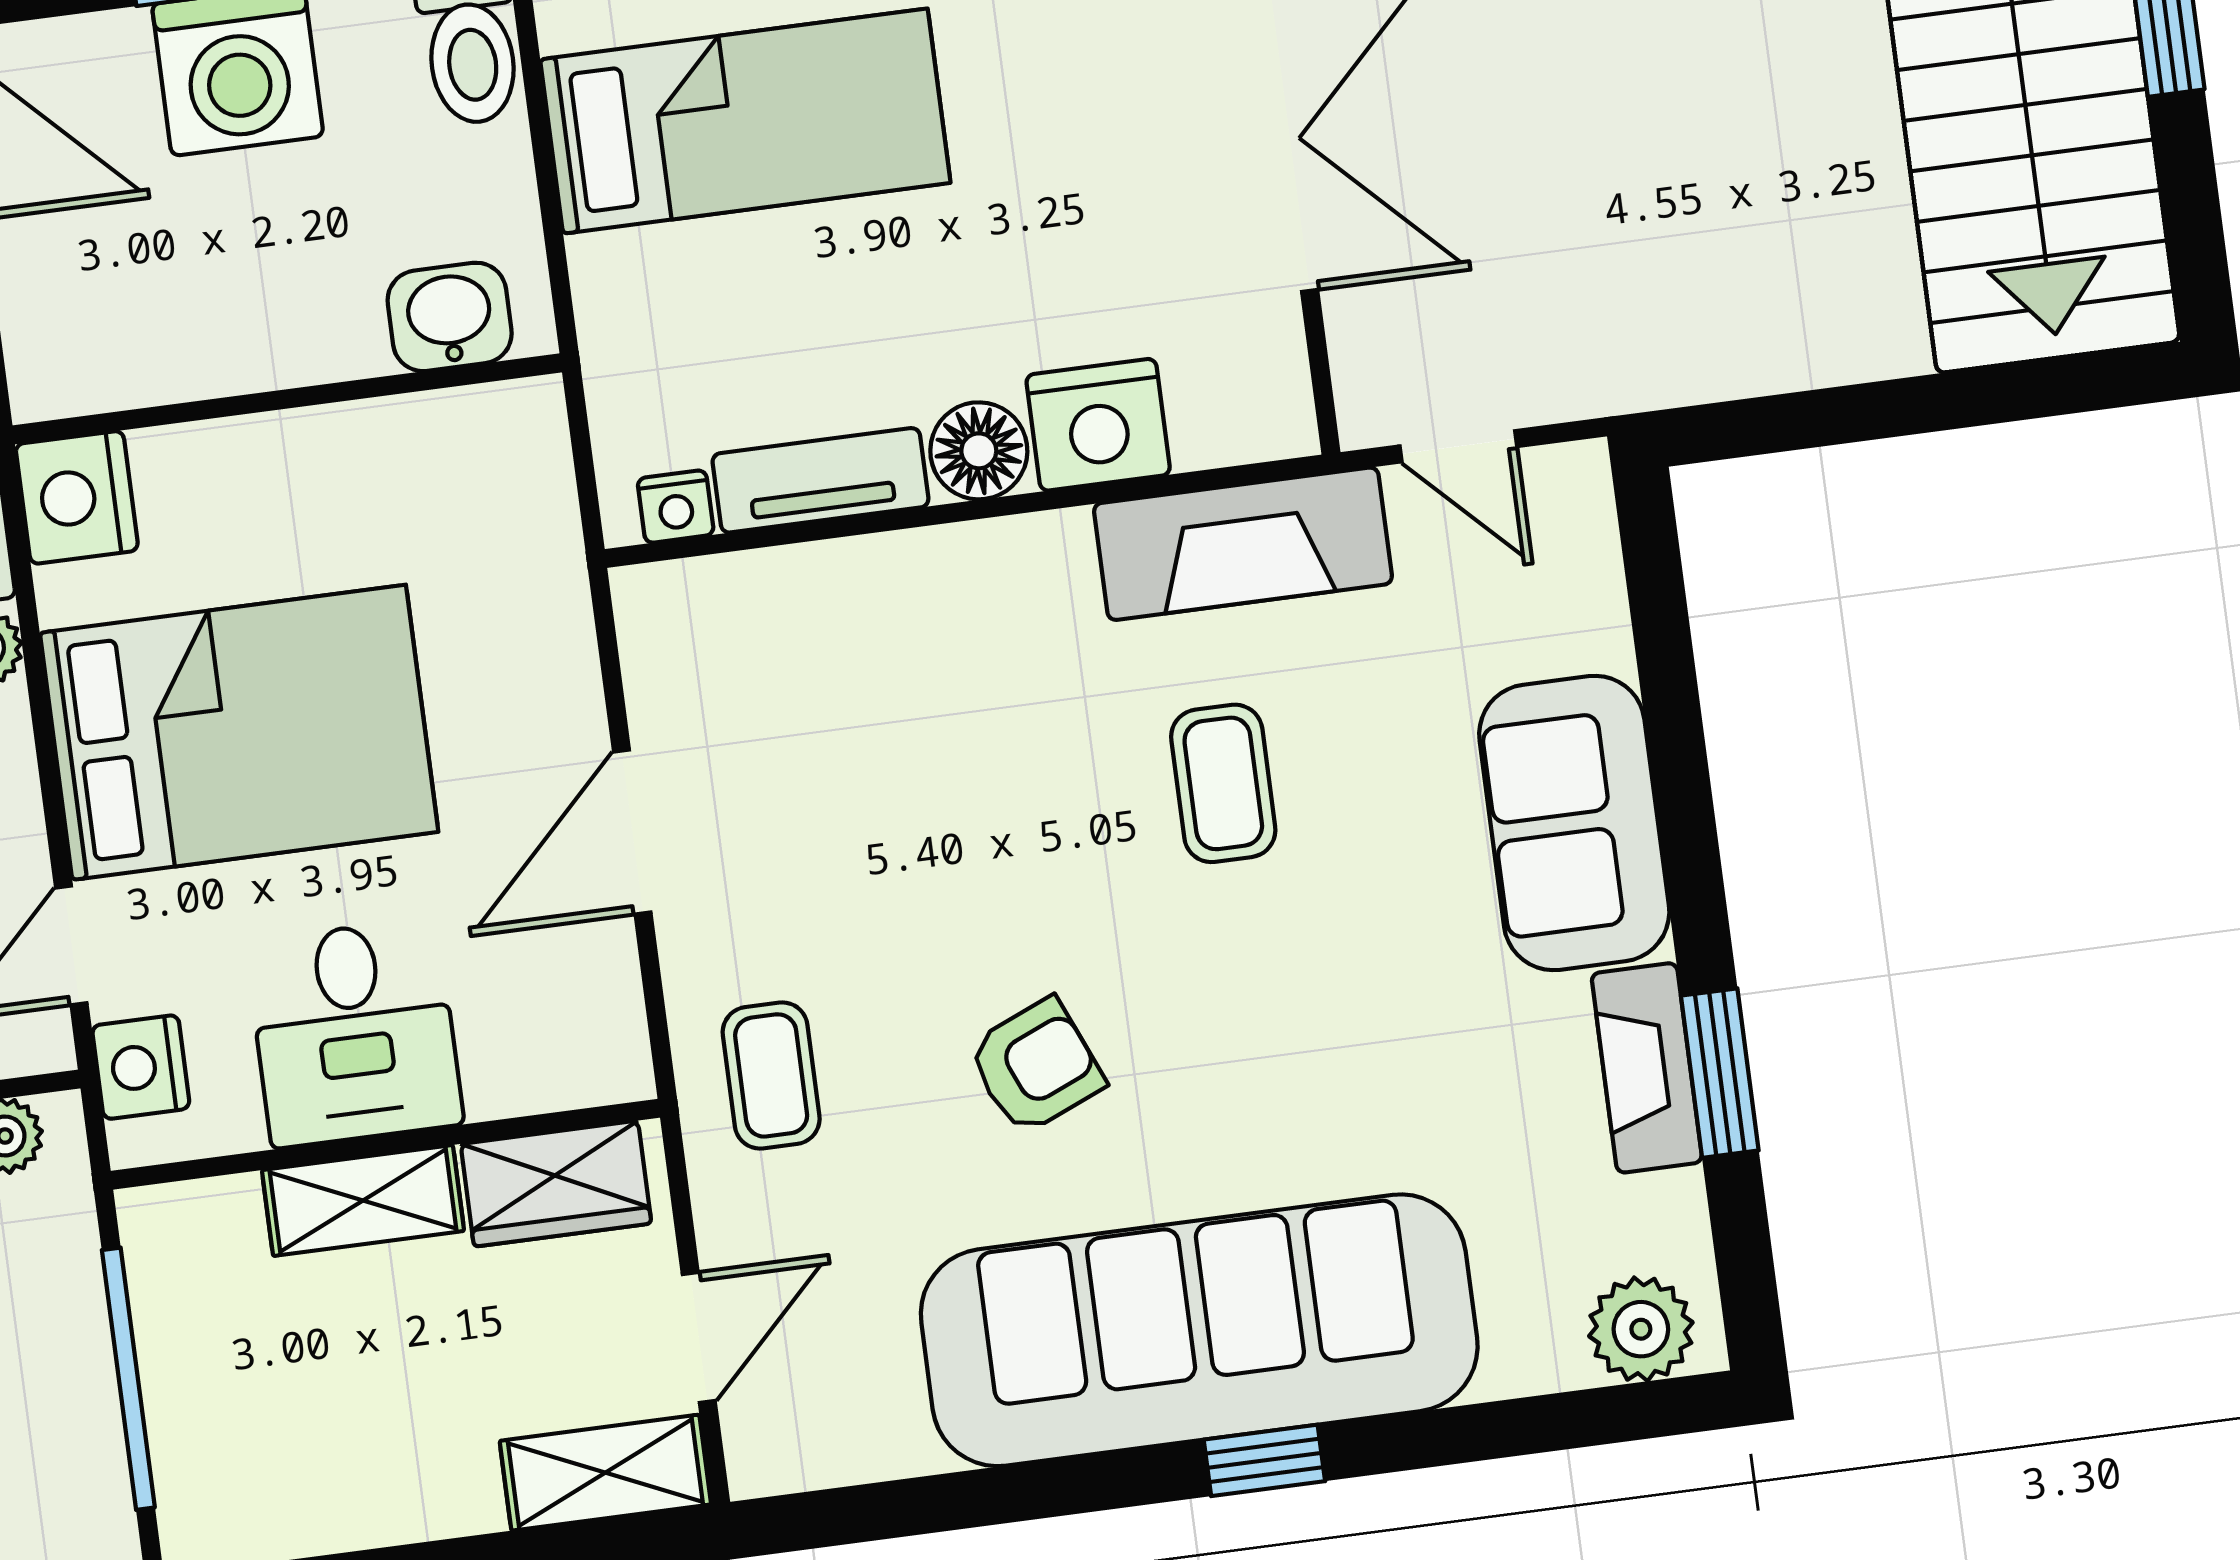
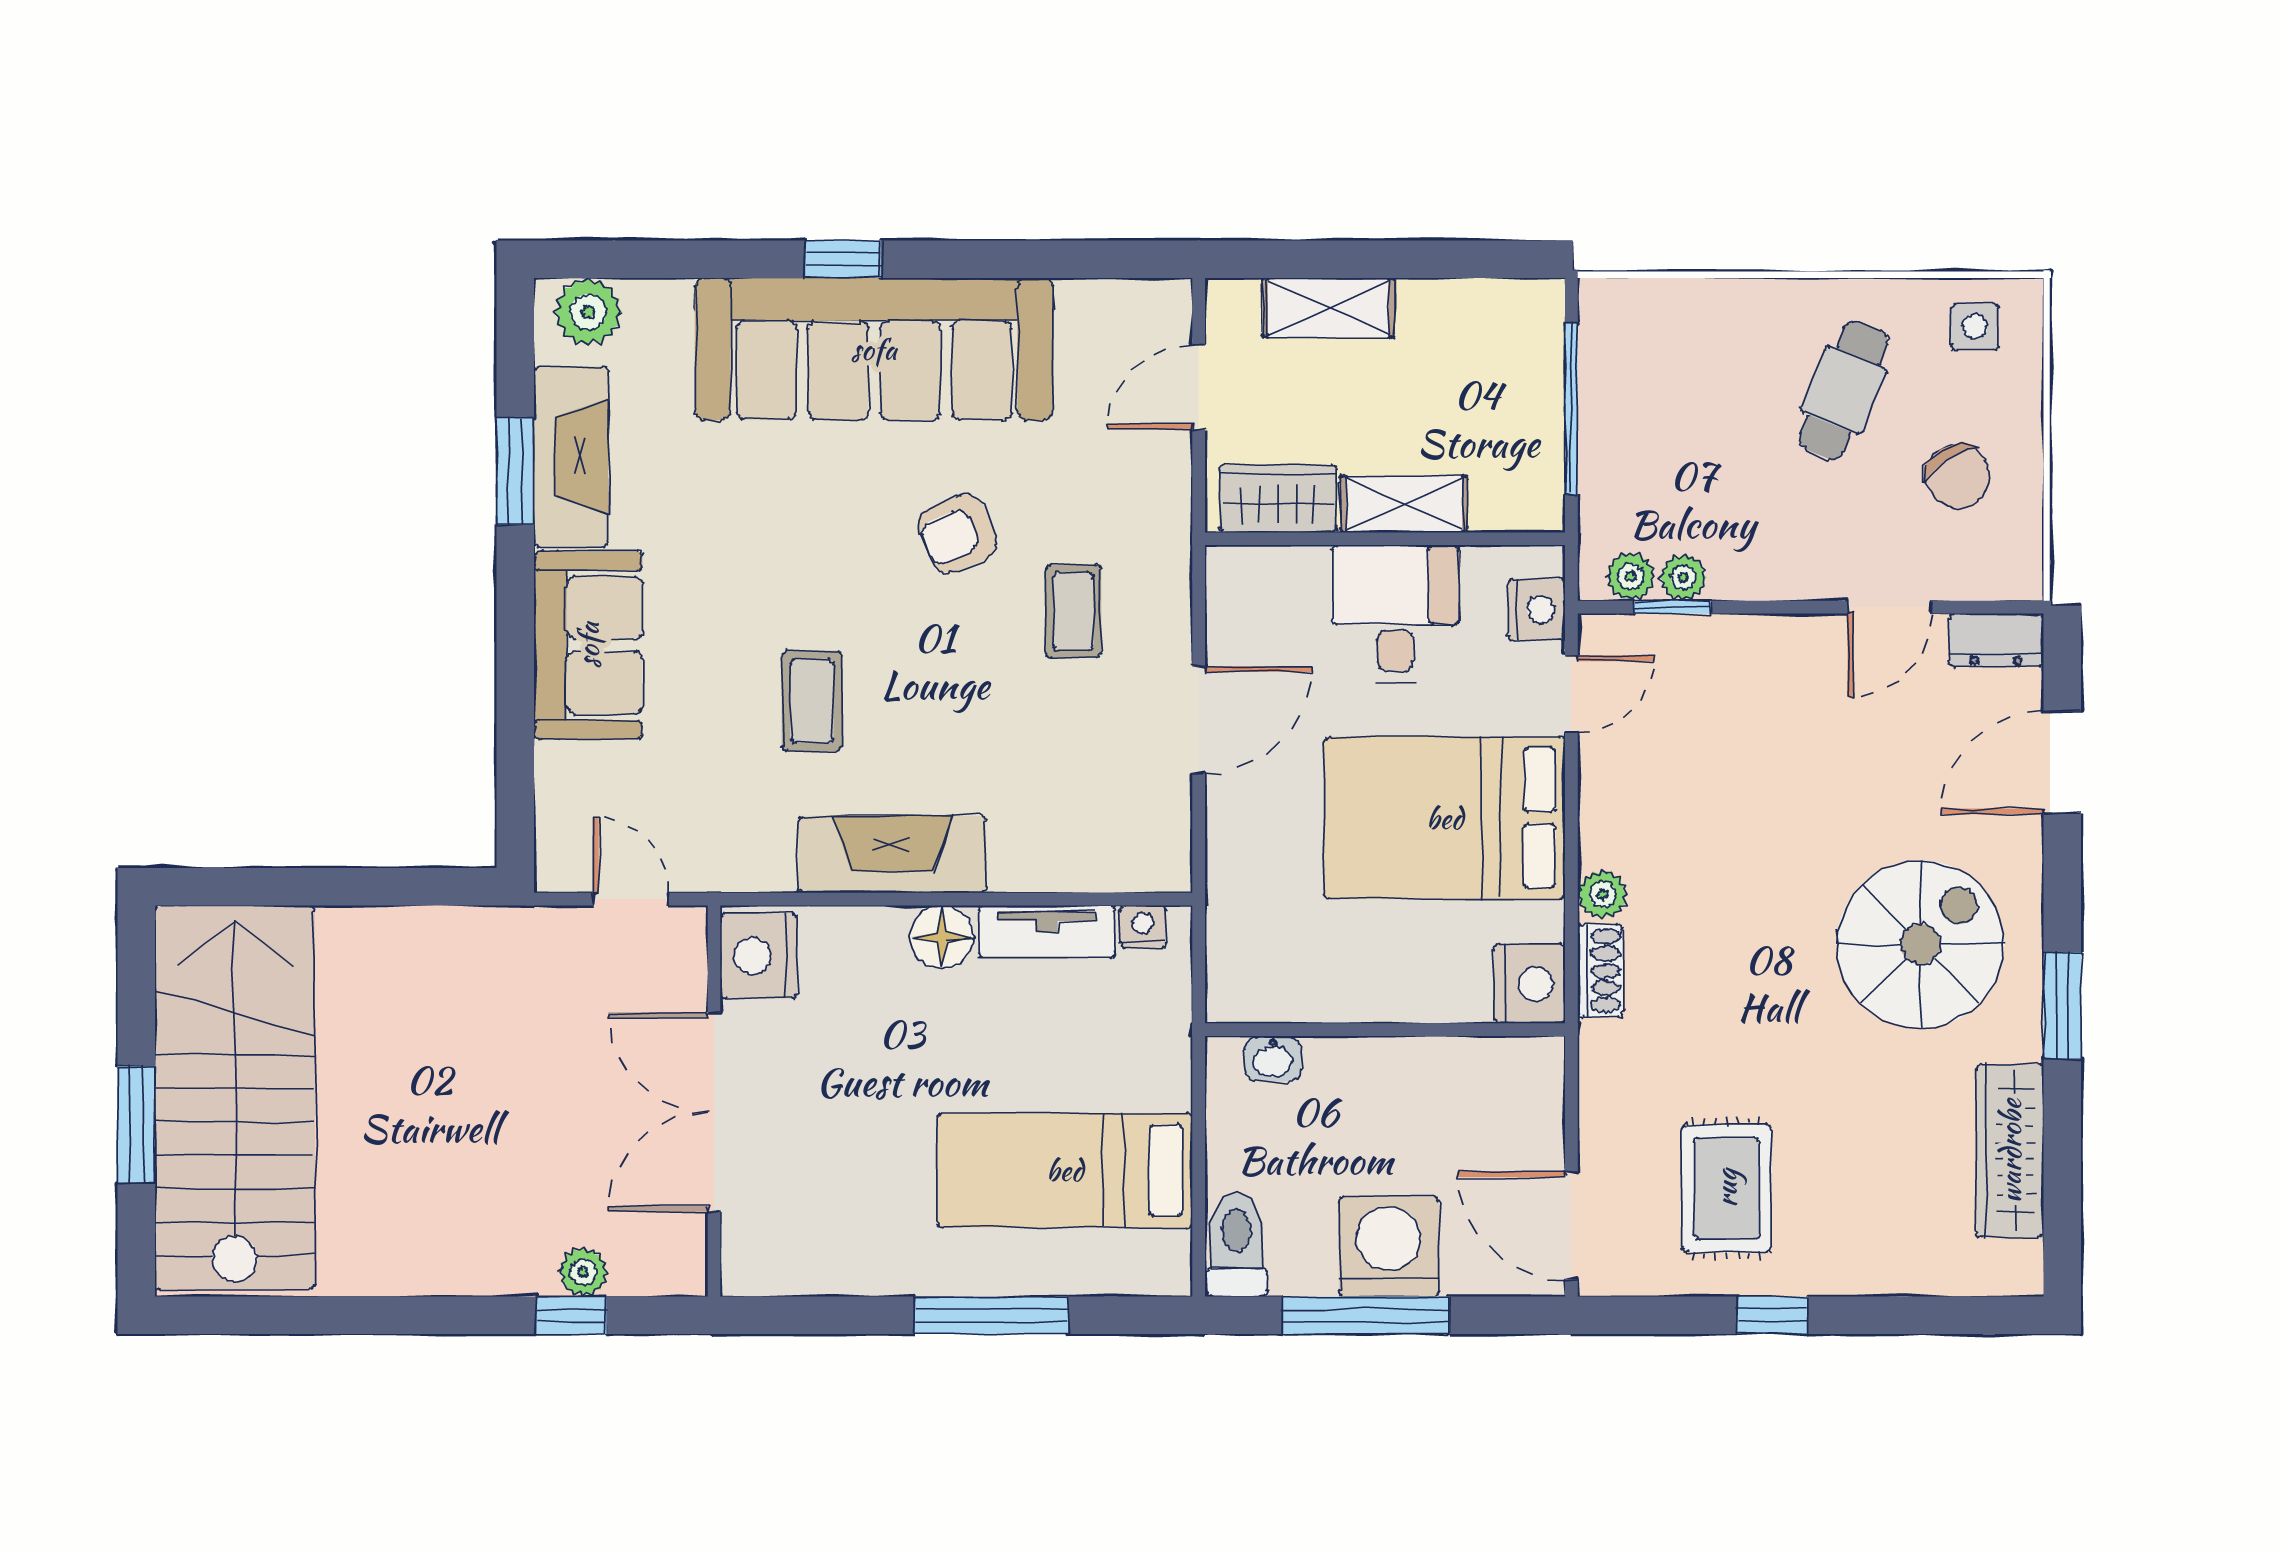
washbasin: (450, 317) -> (1273, 1059), width x0.72, depth x0.69
nightstand: (1098, 425) -> (759, 956), moved, turned -90
fireplace: (1243, 544) -> (892, 854), moved
fireplace: (1647, 1068) -> (571, 456), width x1.37, depth x1.32
coffee table: (771, 1075) -> (1073, 611), moved
shelving: (605, 1473) -> (1328, 307), moved

